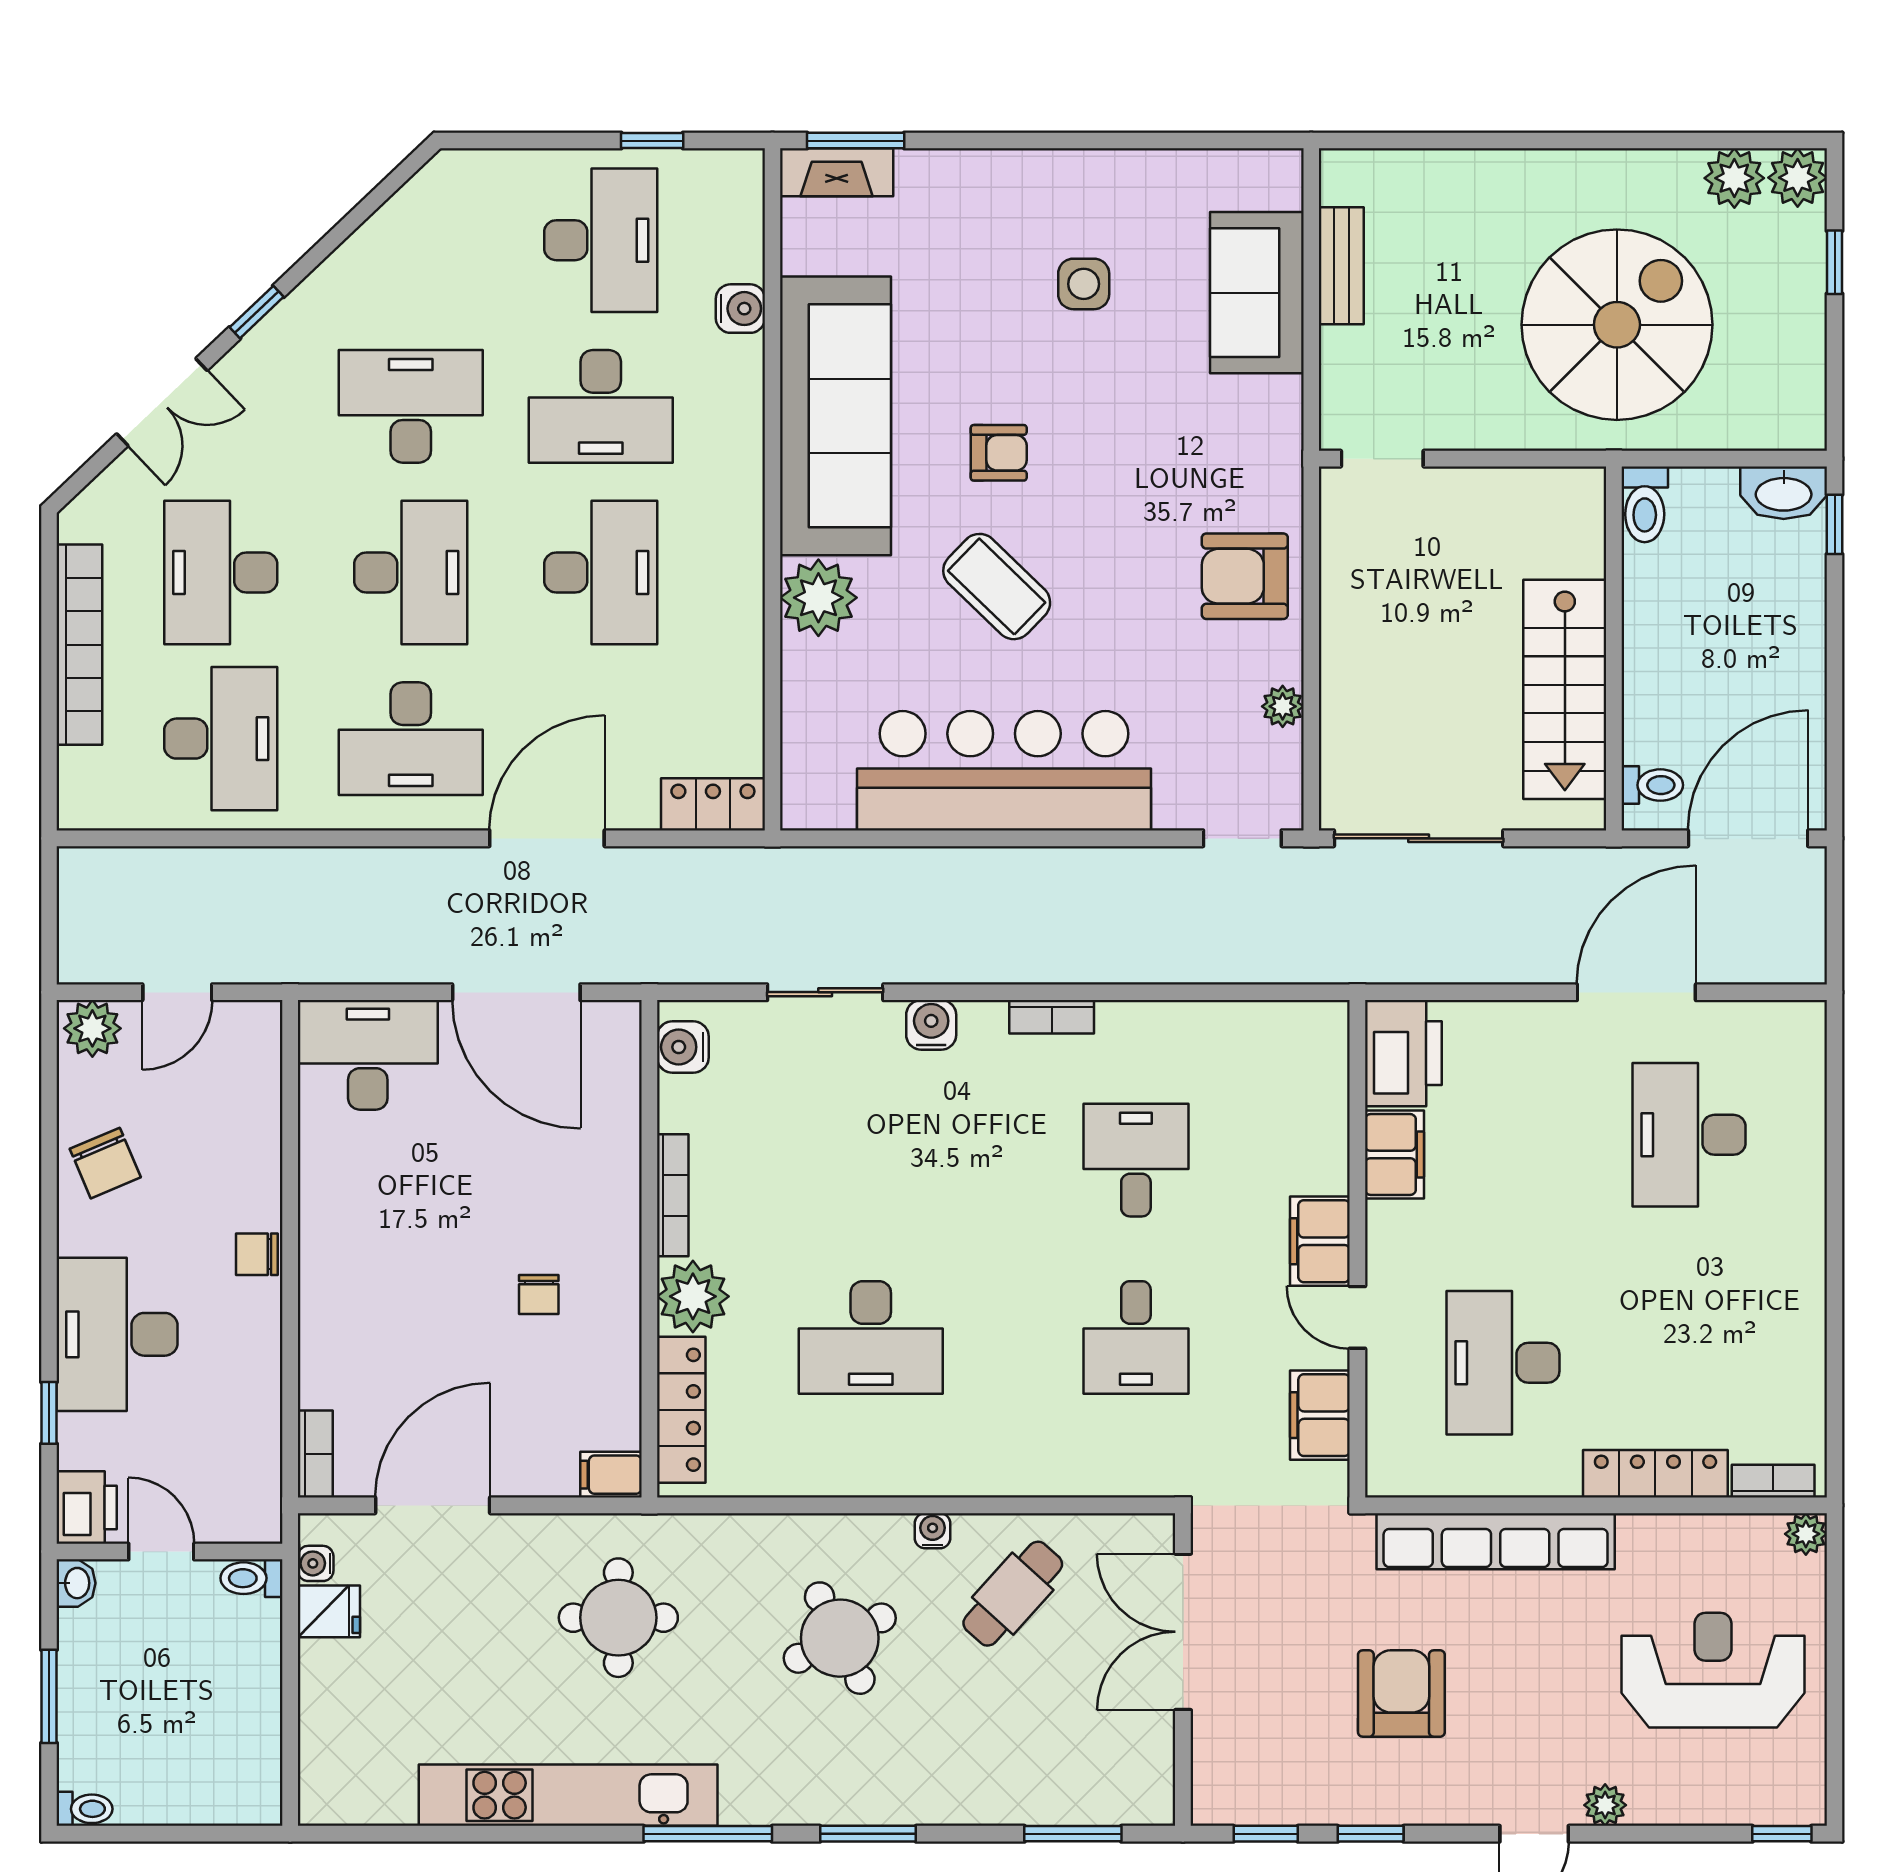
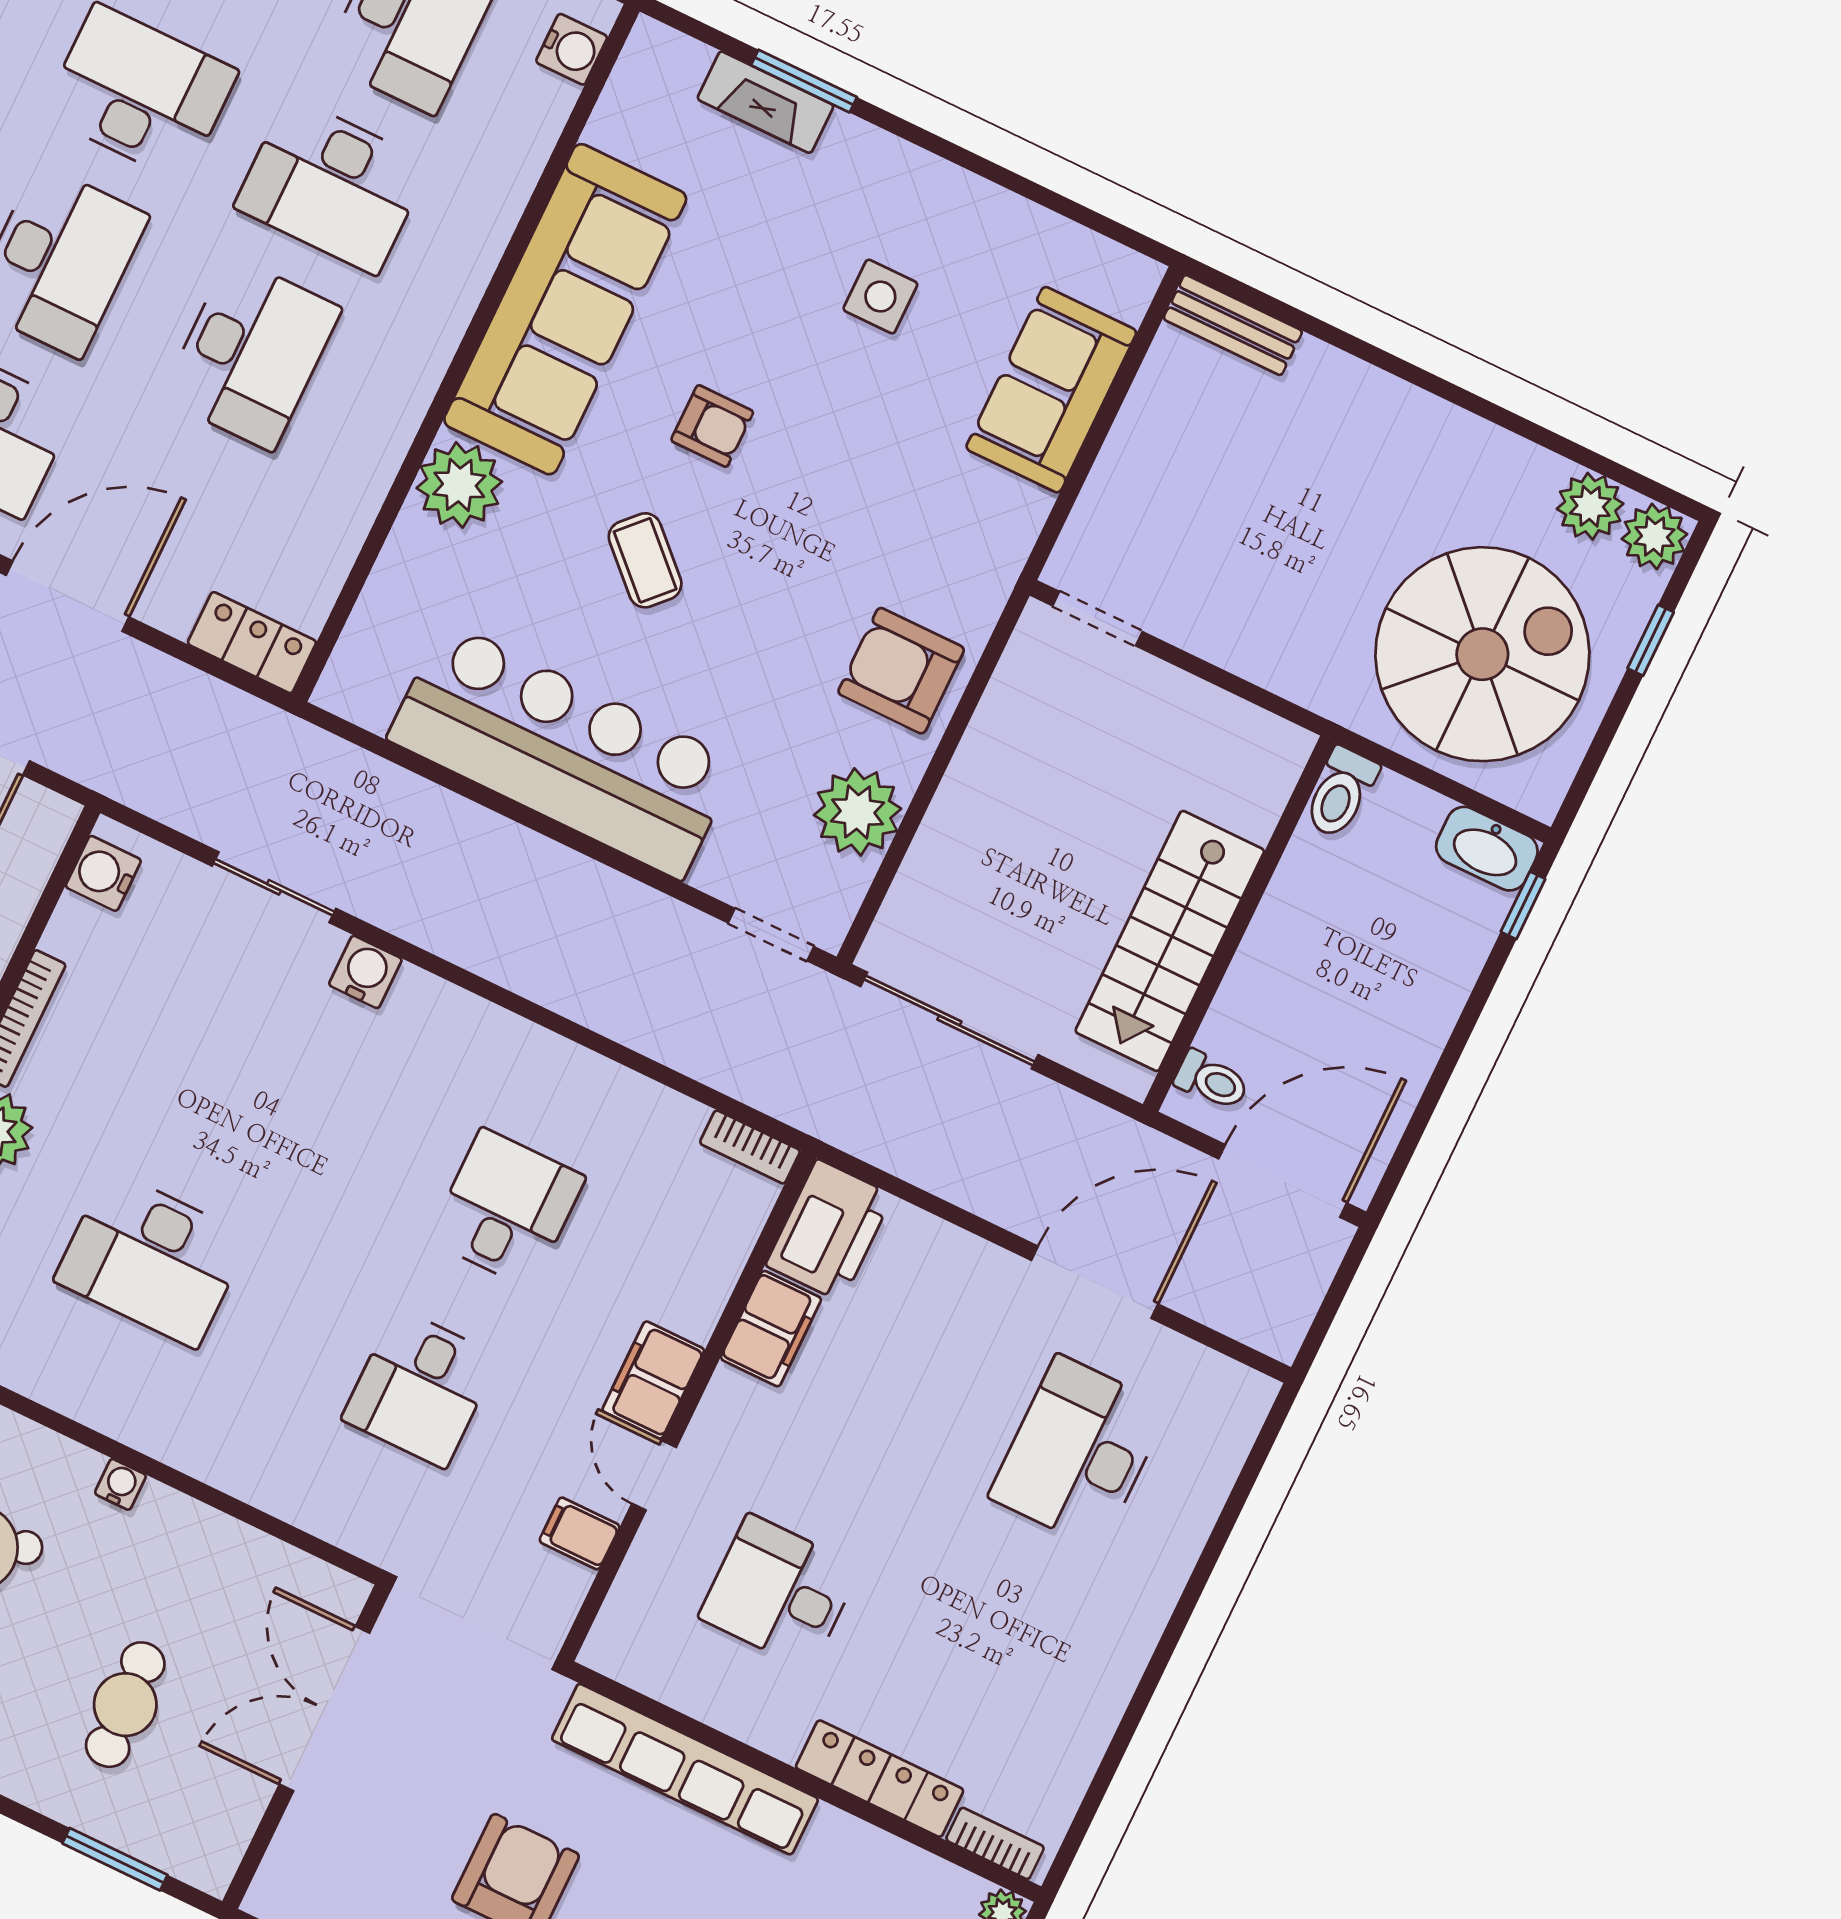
window: (856, 141) -> (804, 81), moved
fireplace: (837, 172) -> (765, 102), moved
bench: (1341, 266) -> (1233, 325), moved, turned 90
water cooler: (740, 309) -> (572, 49), moved
spiral stairs: (1617, 325) -> (1482, 654), moved
coffee table: (997, 587) -> (645, 560), width x0.73, depth x0.77
plant: (1283, 706) -> (858, 812), width x1.87, depth x1.87
bookcase: (1052, 1017) -> (750, 1147), moved
desk: (1503, 1363) -> (779, 1592), width x0.73
filing cabinet: (1320, 1415) -> (580, 1533), width x0.50
cafe table: (1013, 1594) -> (125, 1705), moved, turned -45

